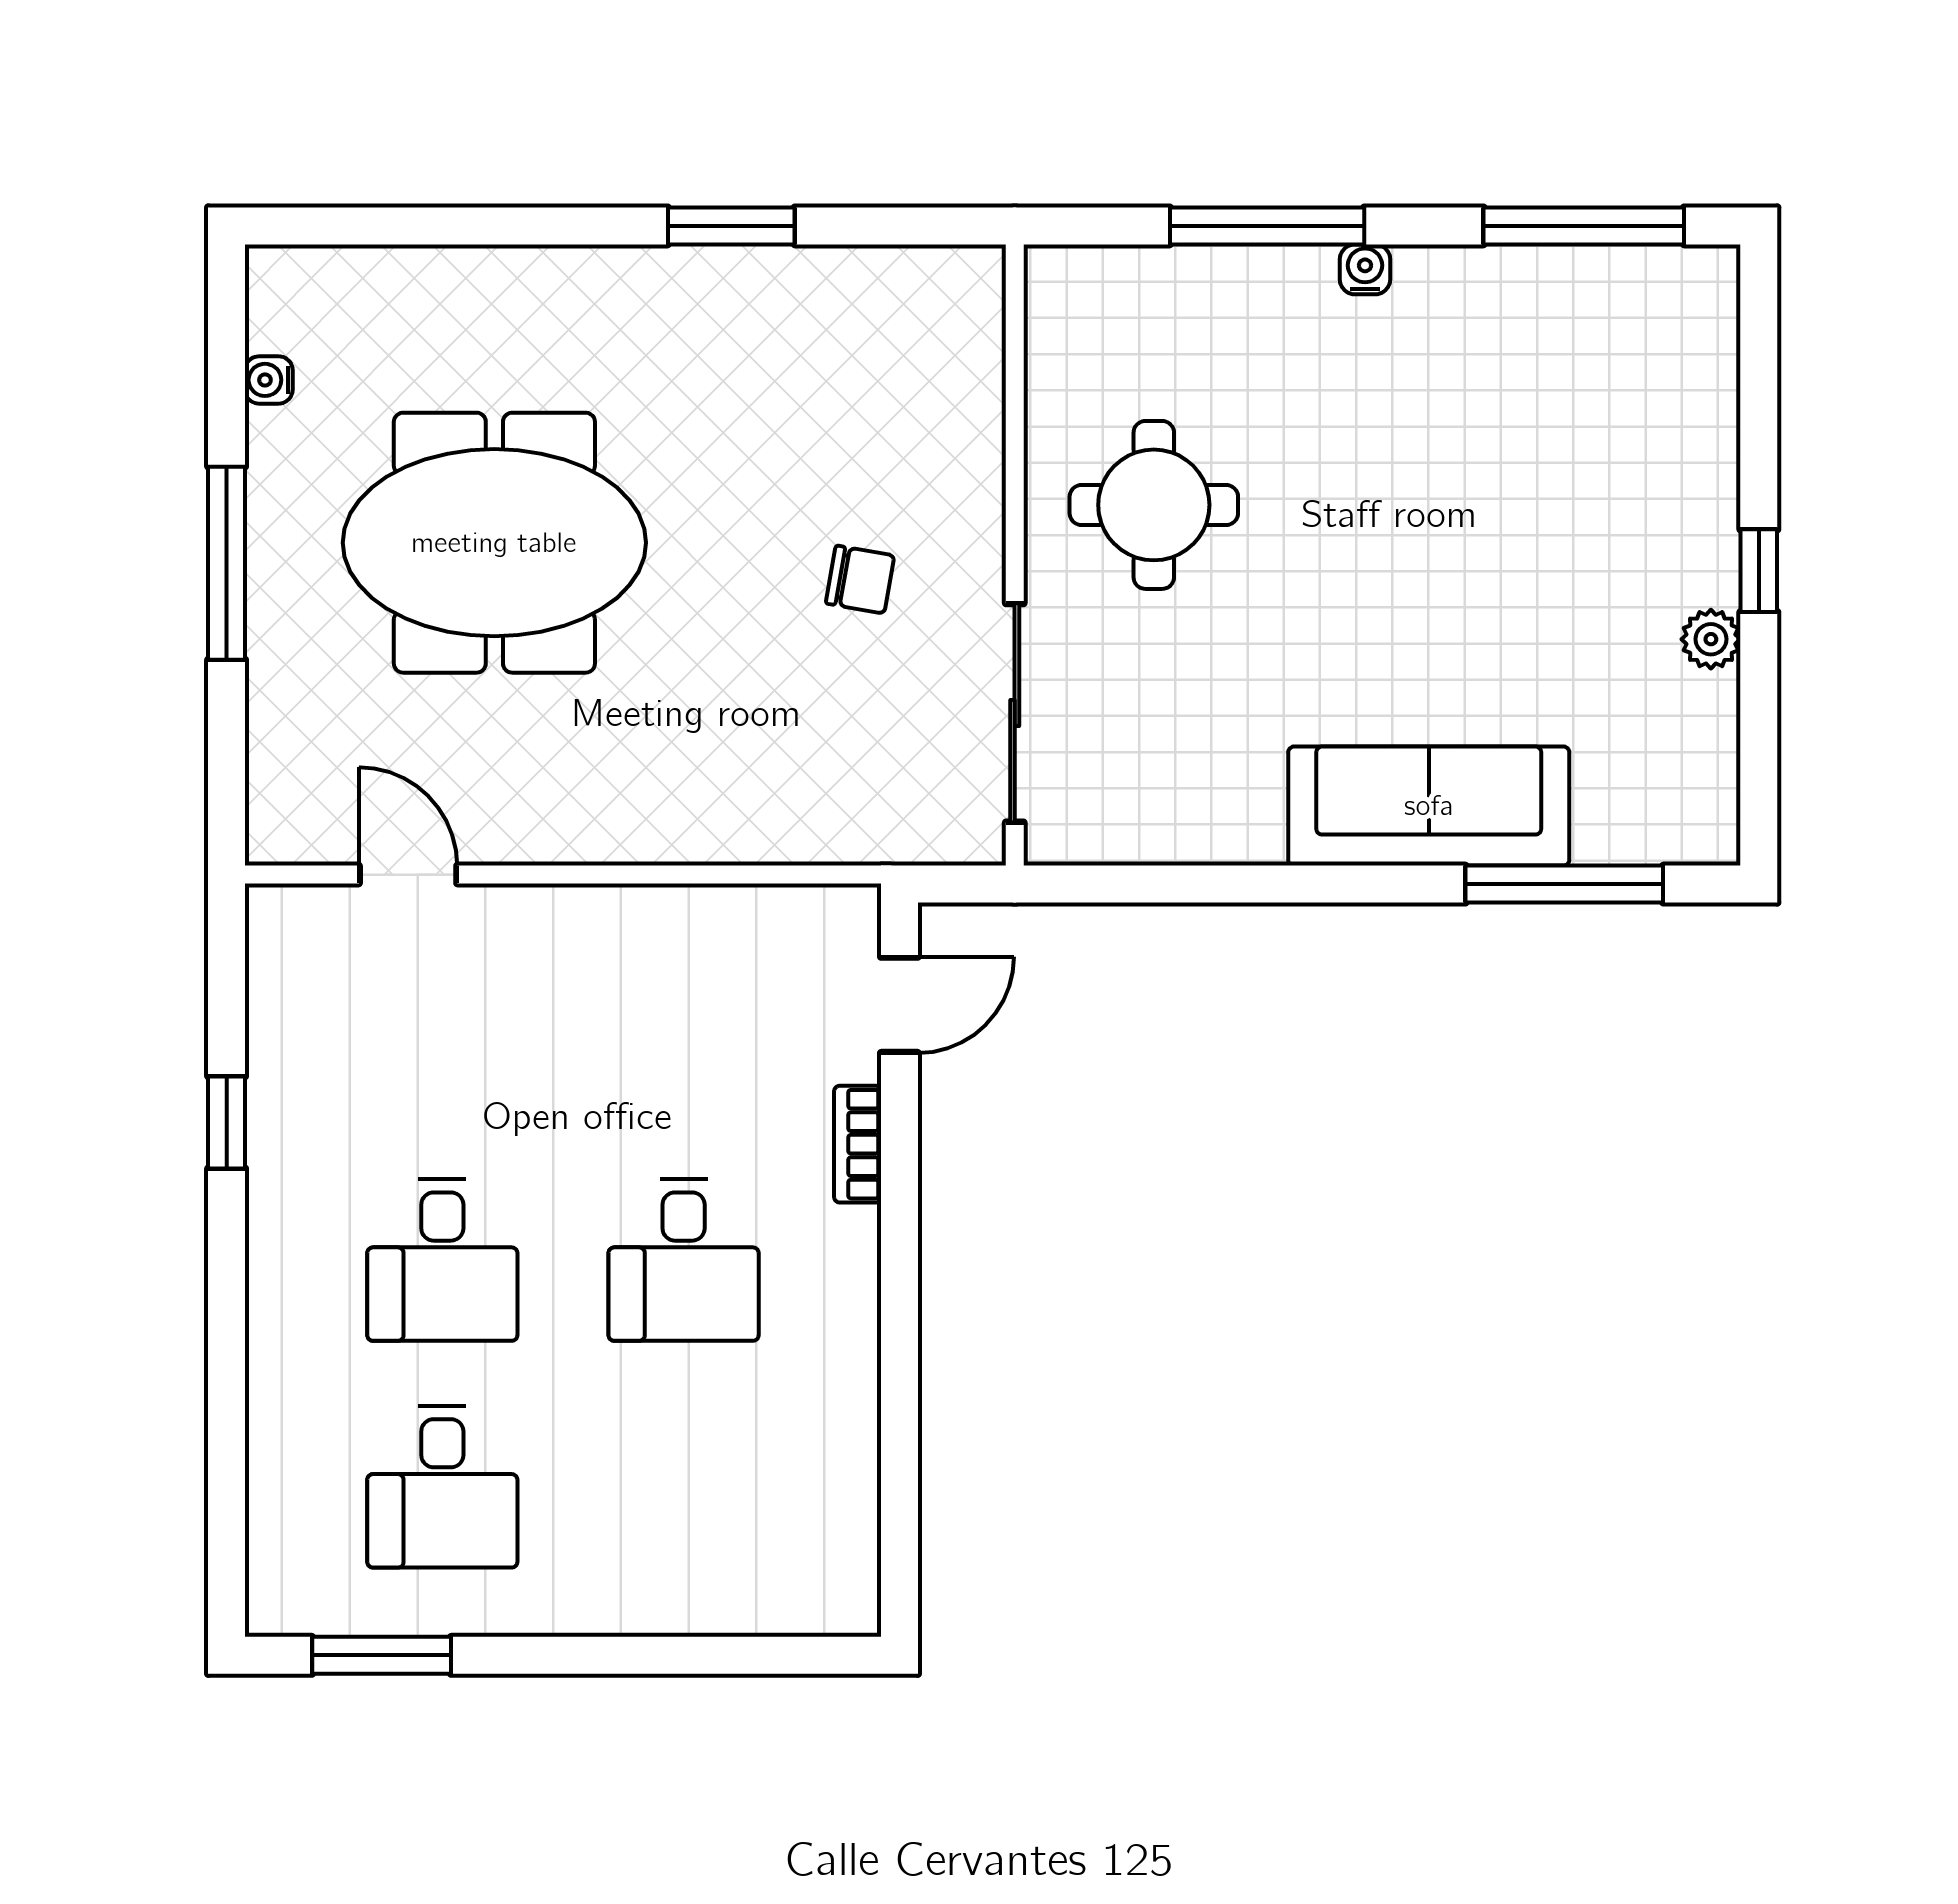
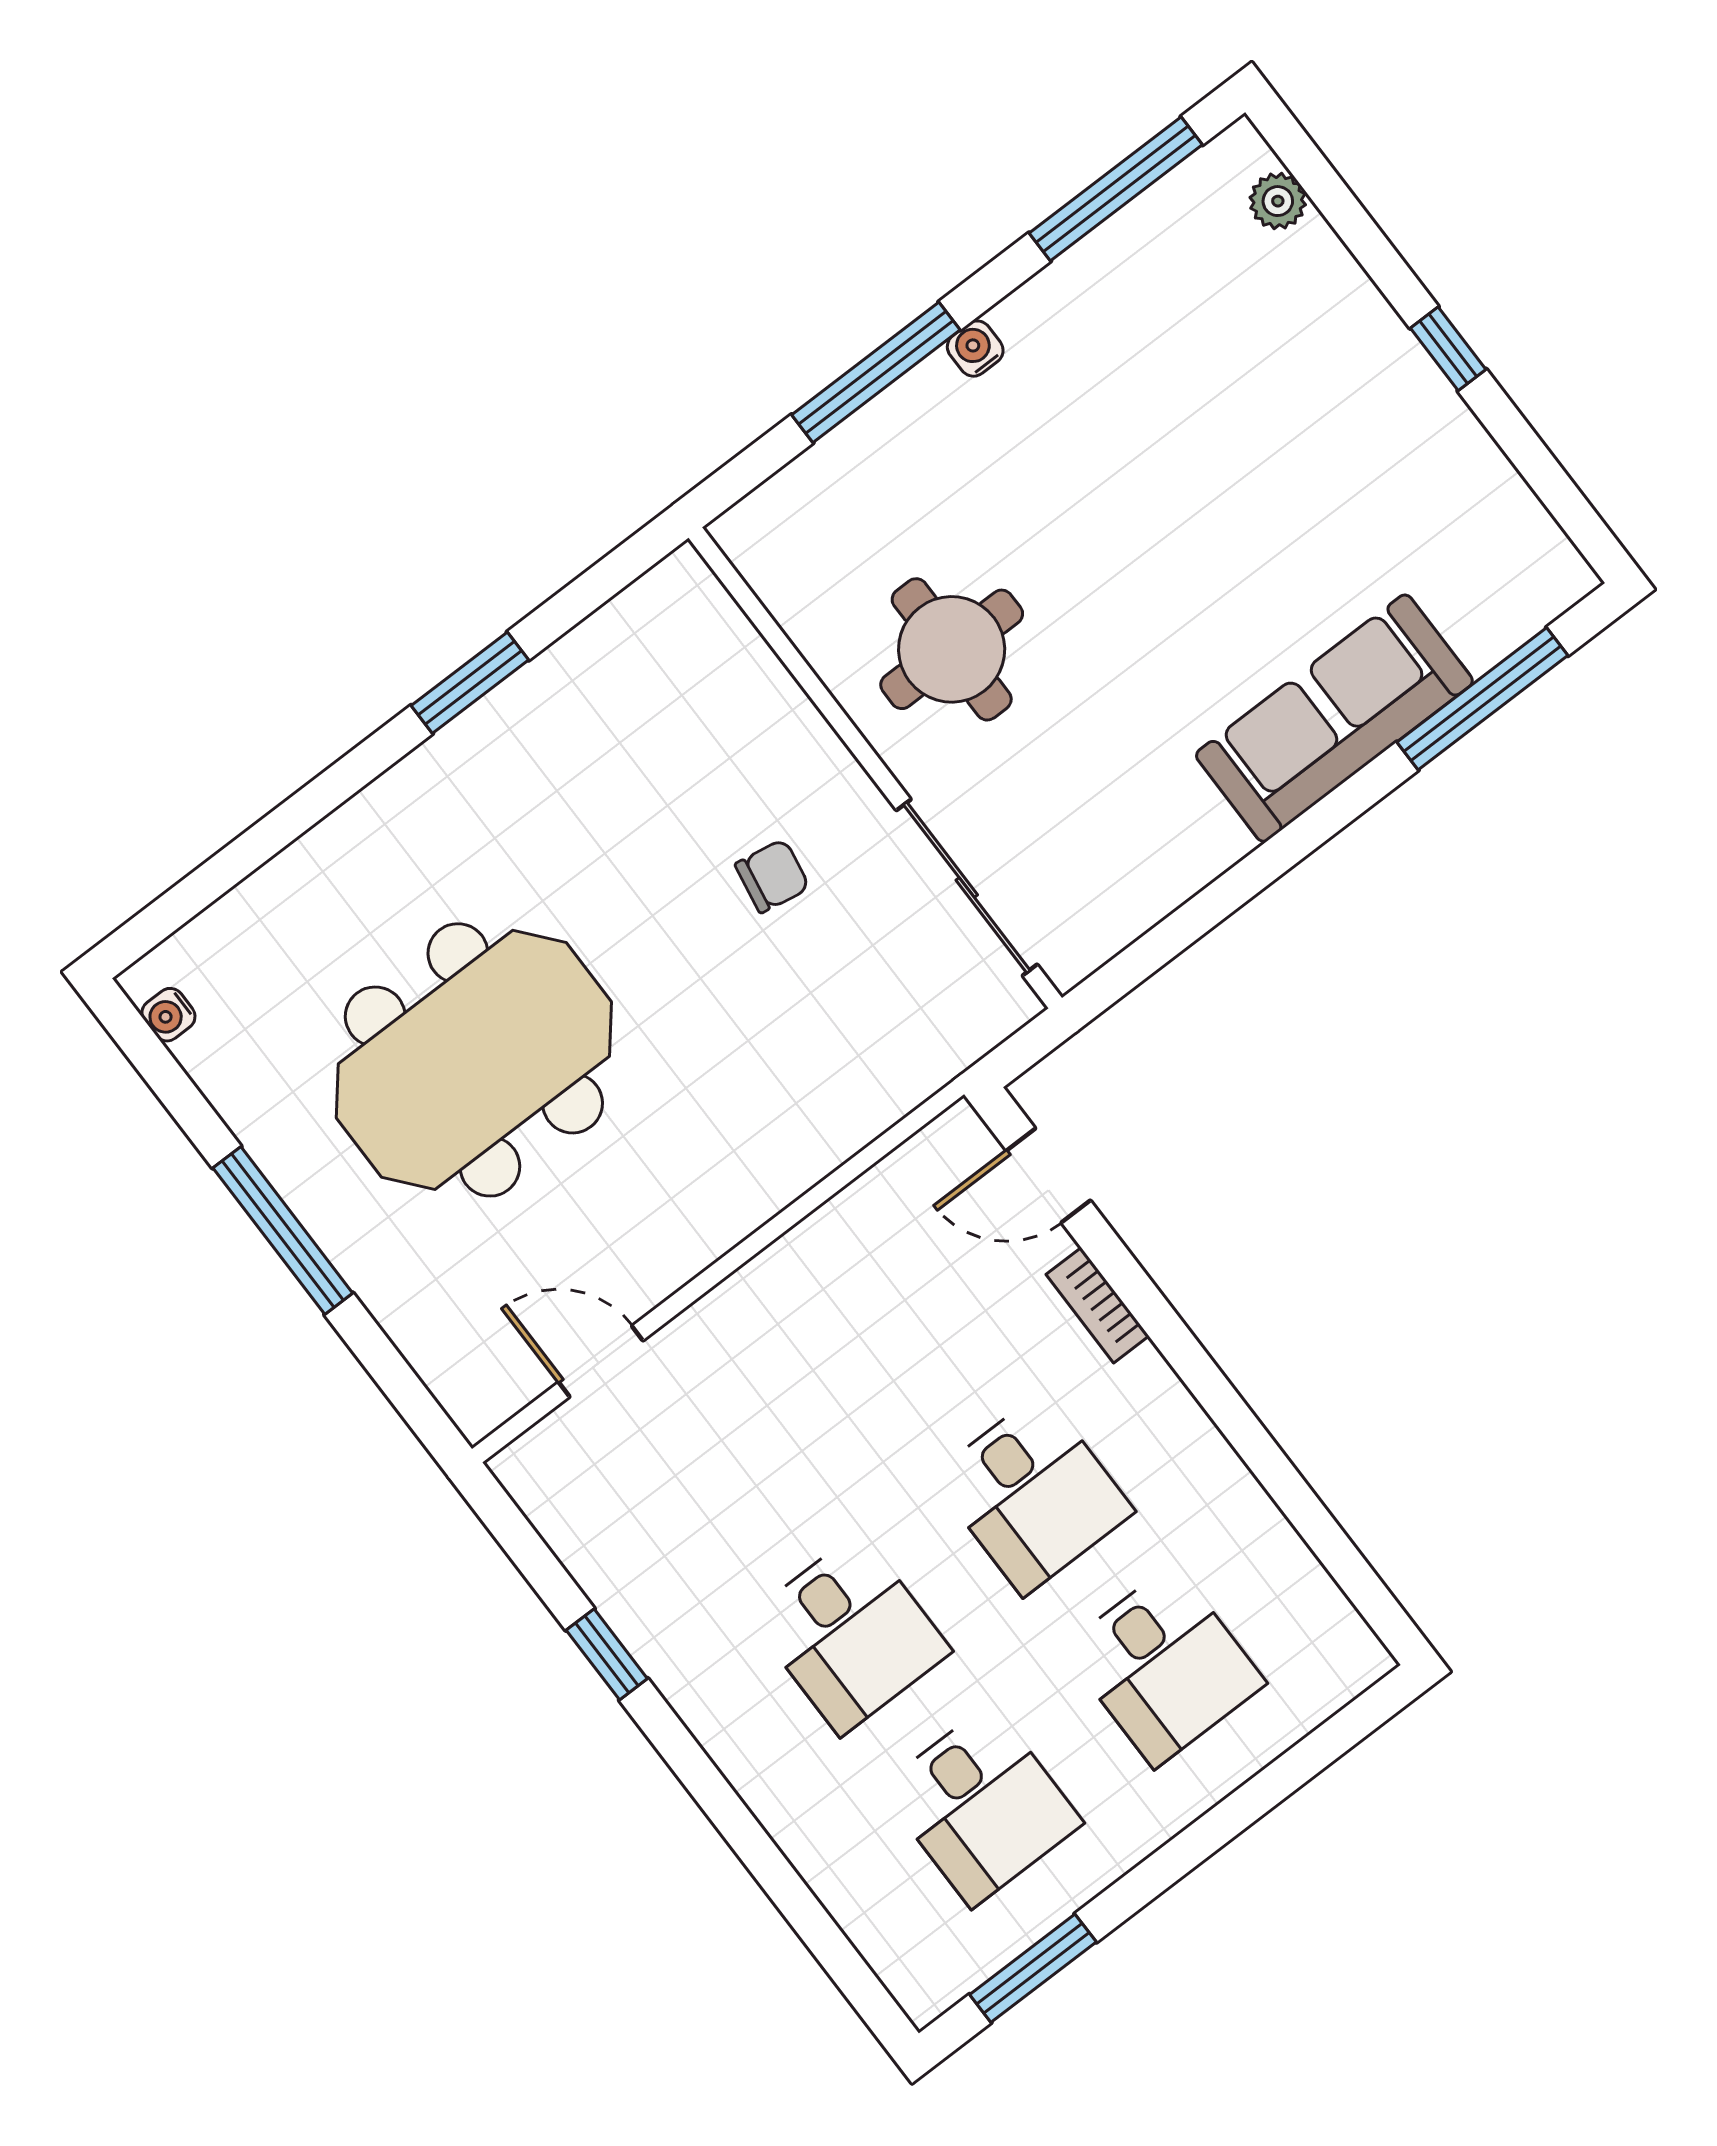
water cooler: (269, 380) -> (168, 1015), moved
plant: (1711, 639) -> (1278, 201), moved
door: (899, 1005) -> (1048, 1175), swing flipped
desk: (684, 1487) -> (1164, 1666), added

